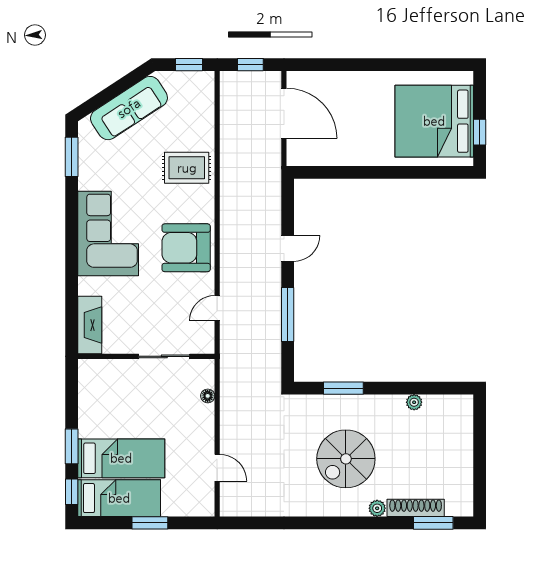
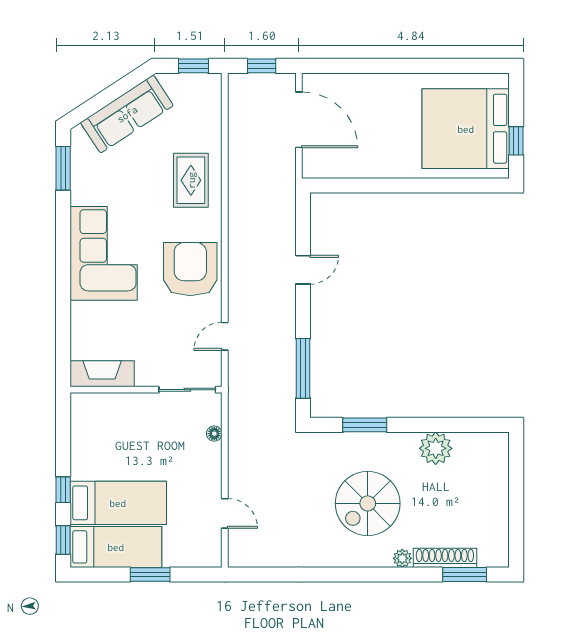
rug: (187, 168) -> (191, 180), turned 90
armchair: (186, 248) -> (190, 269), turned 90
window: (288, 315) -> (303, 368), moved
fireplace: (90, 325) -> (102, 374), moved, turned -90
sliding door: (164, 356) -> (187, 390), moved
plant: (414, 402) -> (436, 448), width x1.88, depth x1.88
window: (72, 446) -> (63, 490), width x0.67

